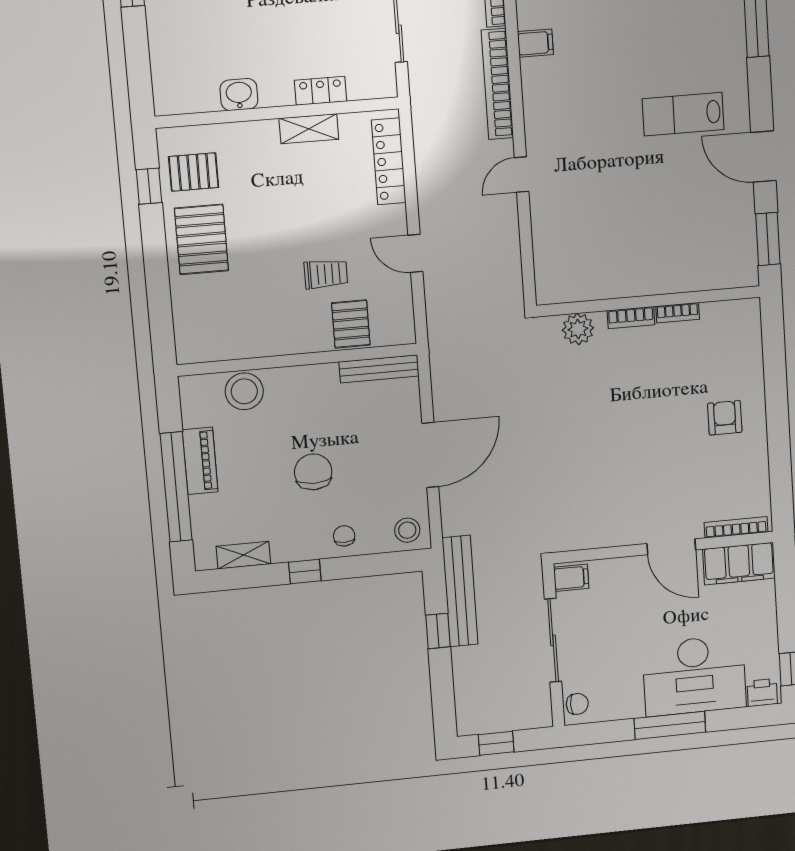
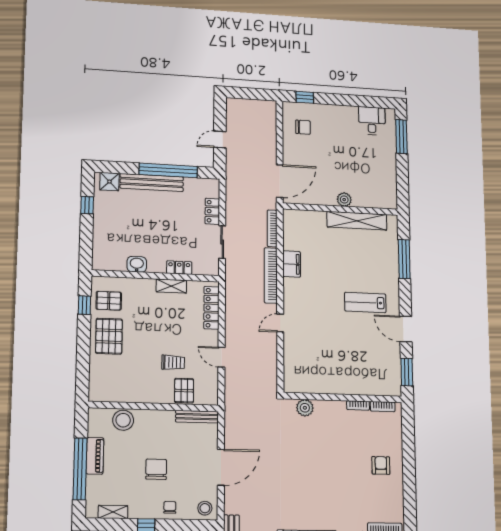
filing cabinet: (535, 43) -> (292, 264), width x2.00
bookcase: (631, 318) -> (383, 407), moved

